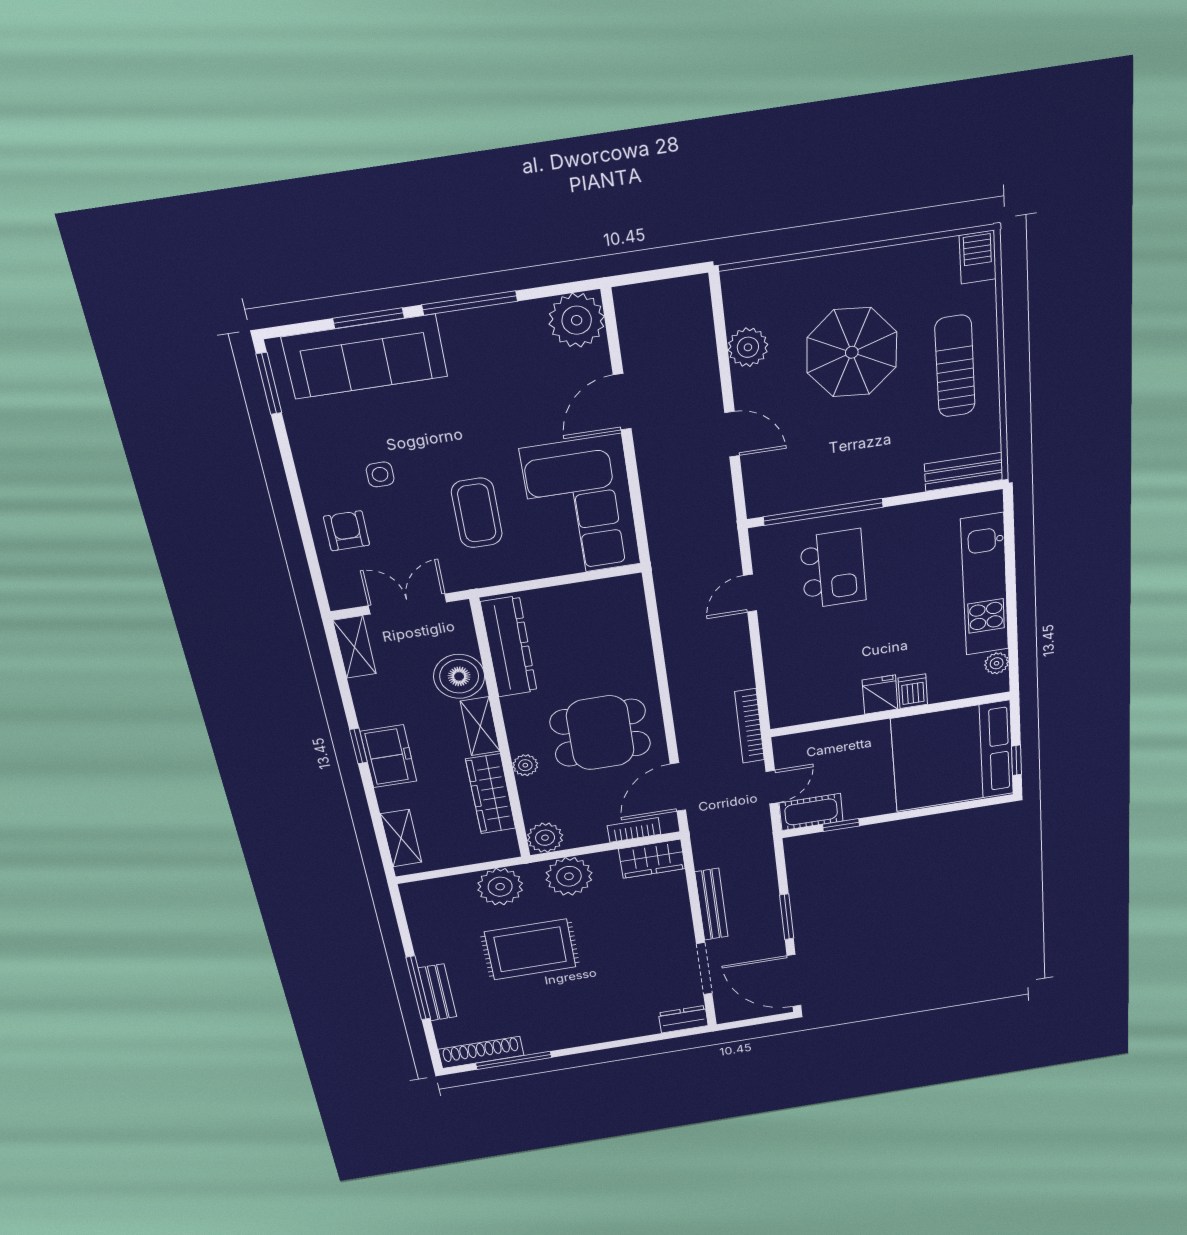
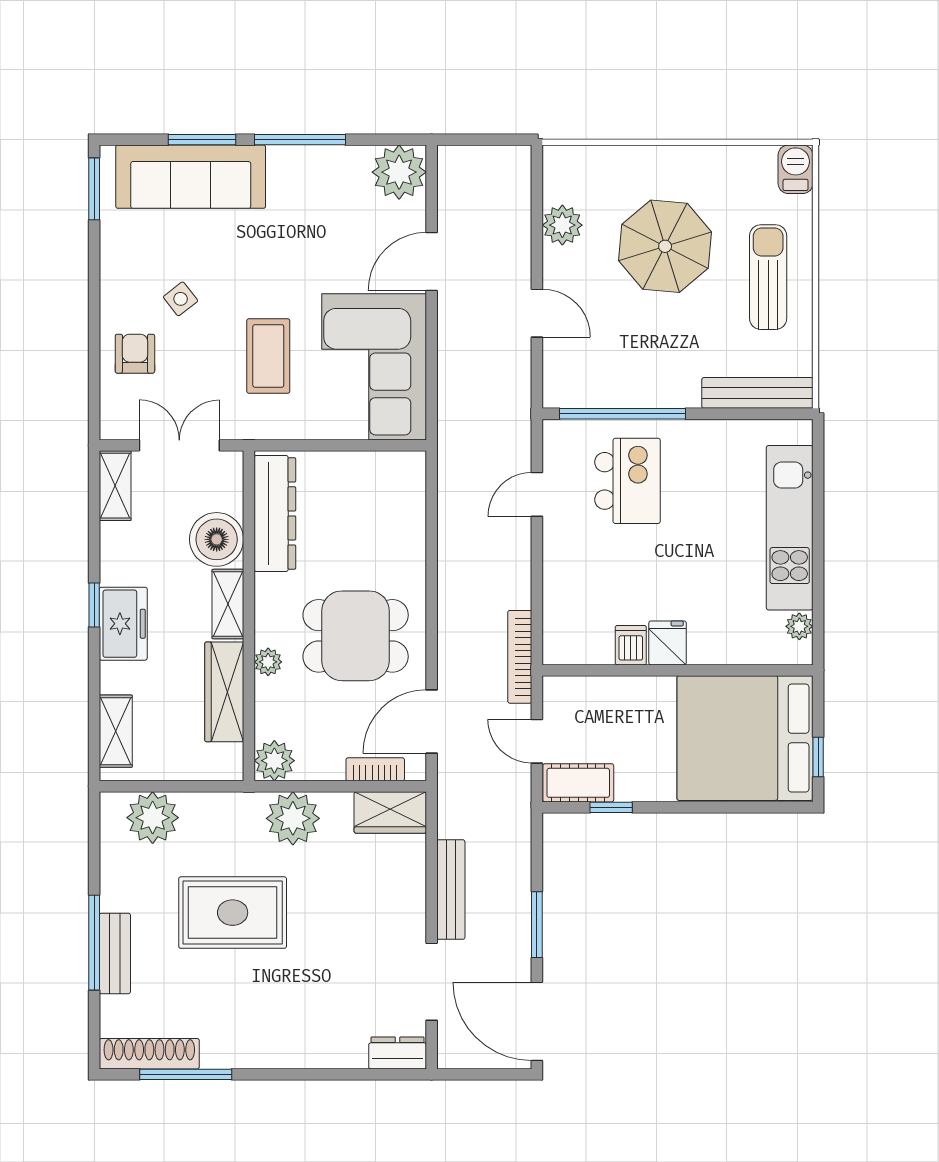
bench: (964, 472) -> (757, 393), width x1.36
side table: (380, 474) -> (181, 299), turned -38
dishwasher: (913, 691) -> (631, 645), moved
door: (772, 787) -> (537, 741), swing flipped
plant: (500, 887) -> (153, 818), moved

